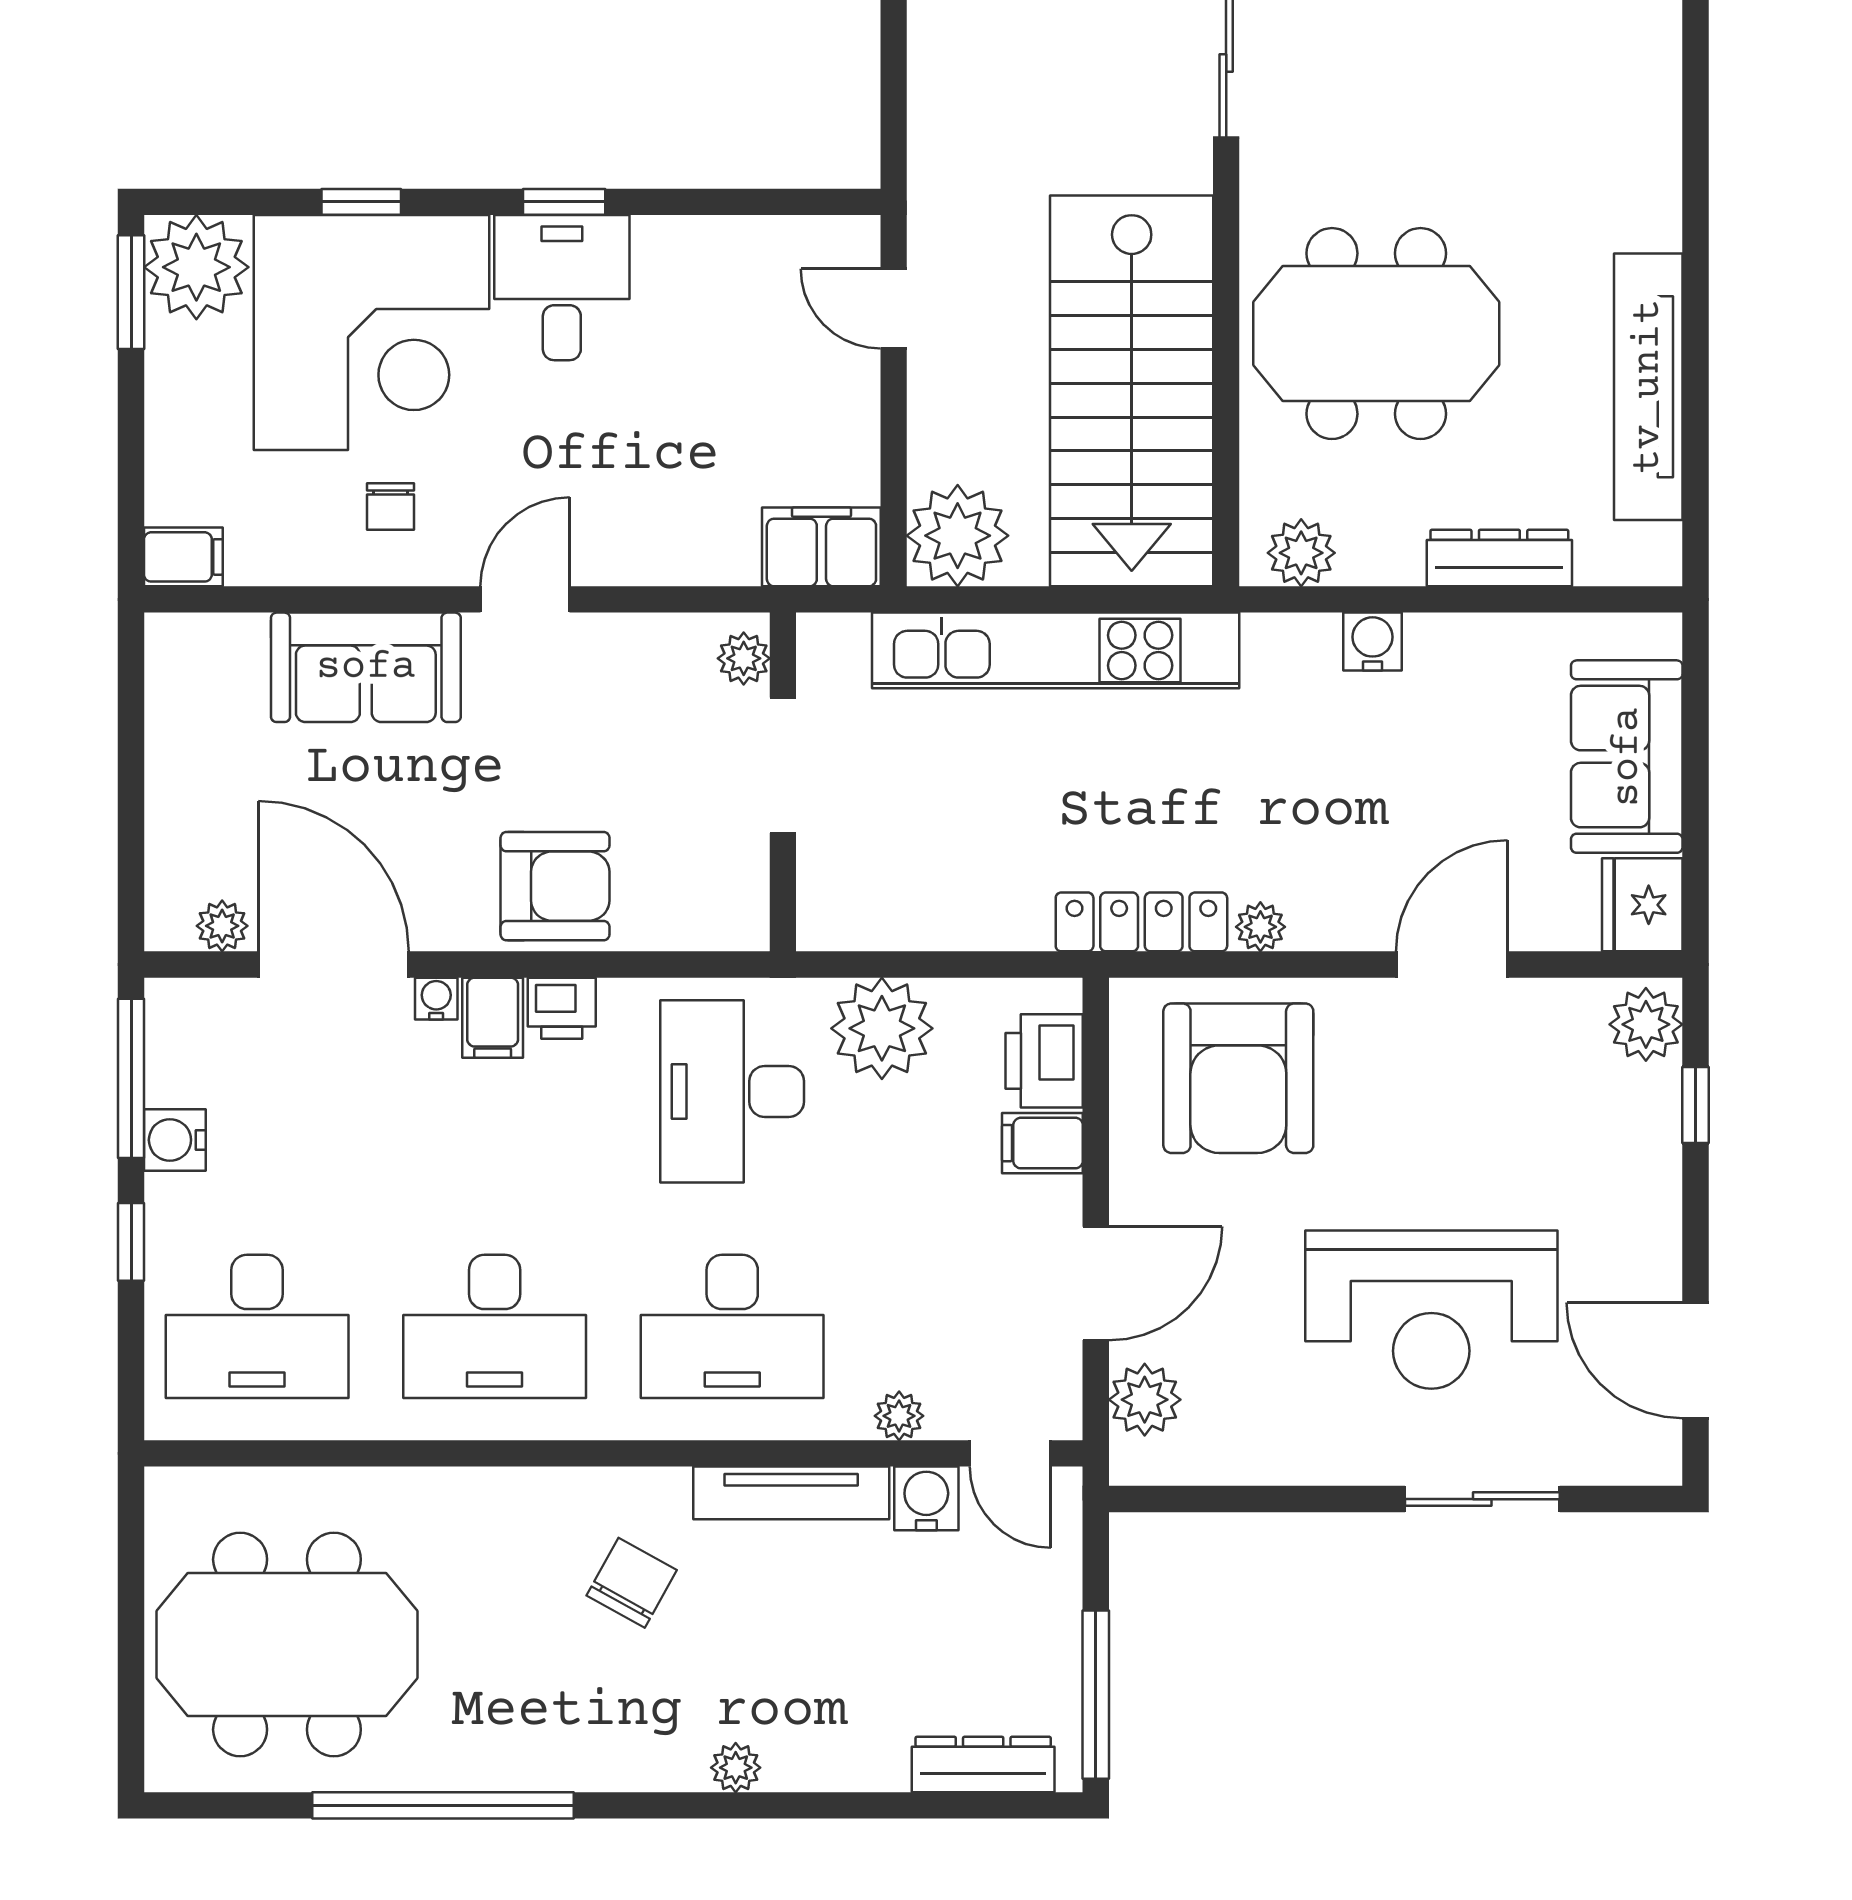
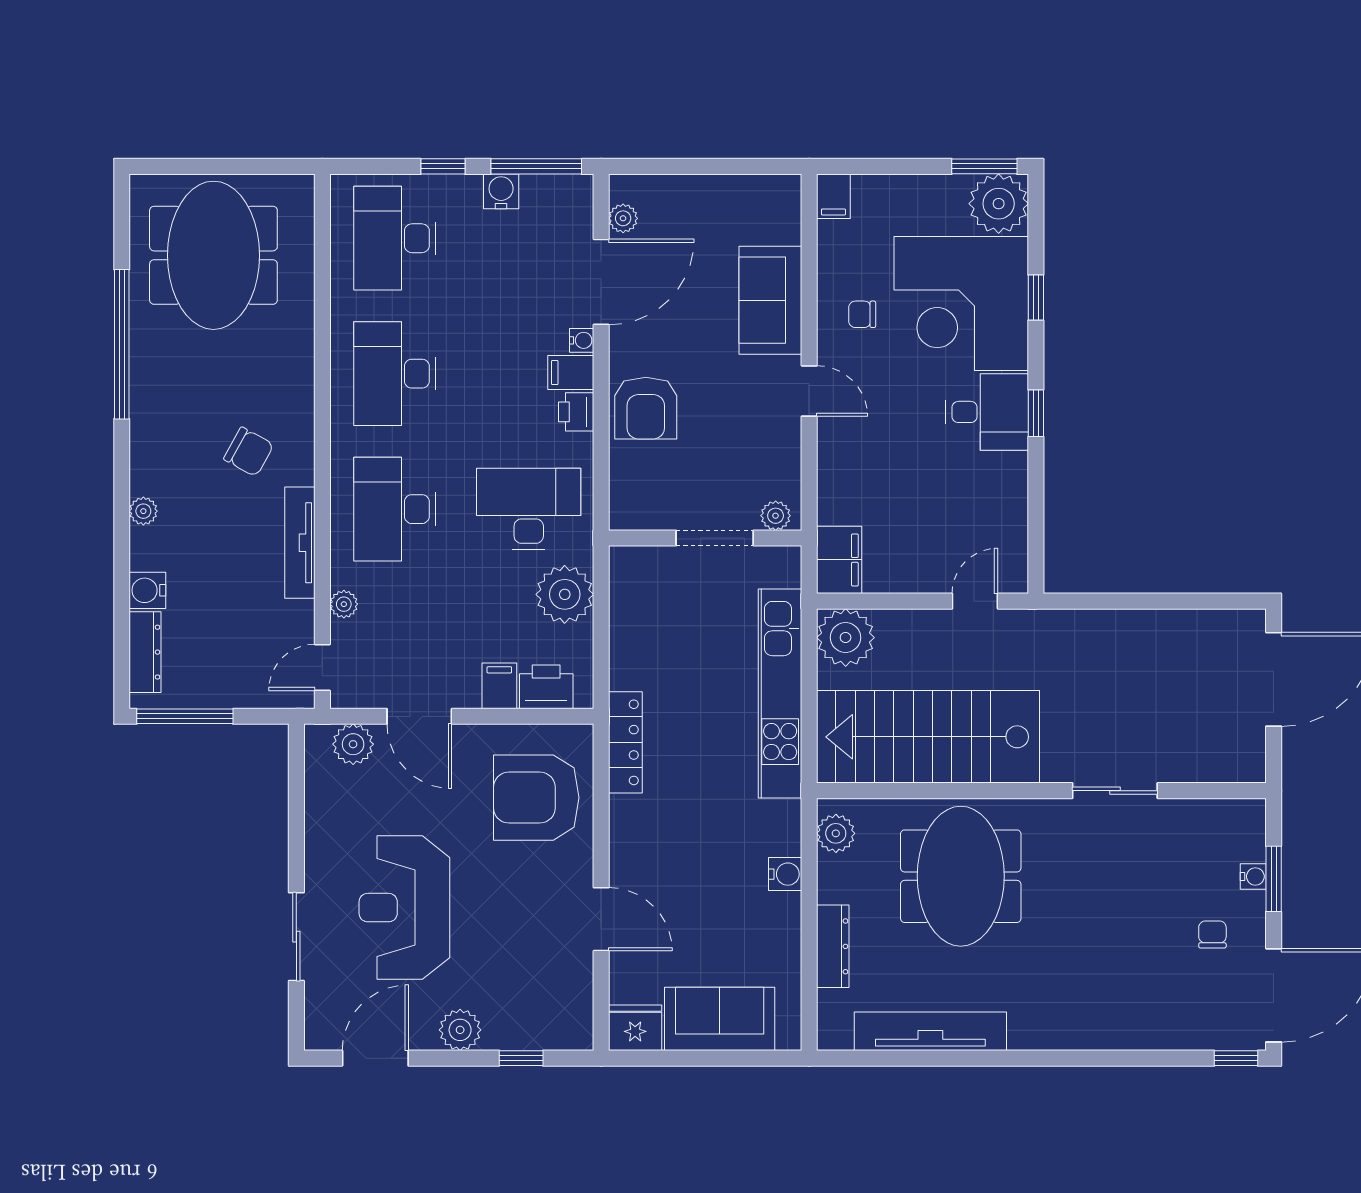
plant: (1260, 927) -> (623, 810), removed
plant: (1646, 1024) -> (460, 1030), moved
water cooler: (926, 1498) -> (147, 590), moved, turned 180

